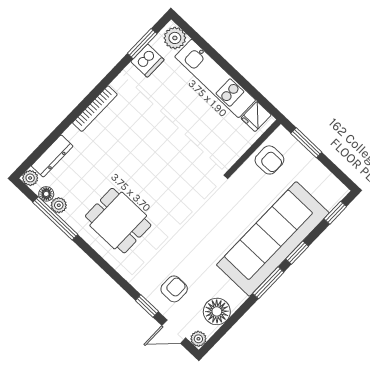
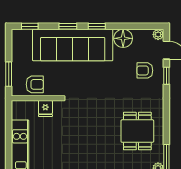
fridge: (256, 117) -> (45, 108), moved, turned 90
armchair: (269, 160) -> (35, 84), turned 90
window: (268, 283) -> (97, 26), width x0.67
floor lamp: (217, 311) -> (123, 38), moved

